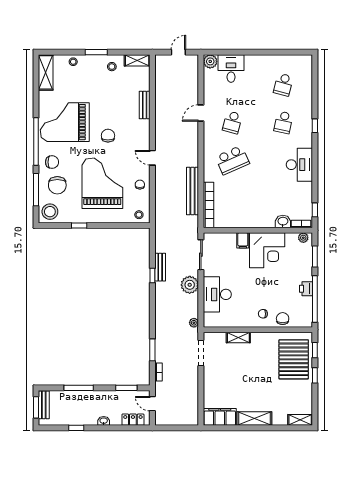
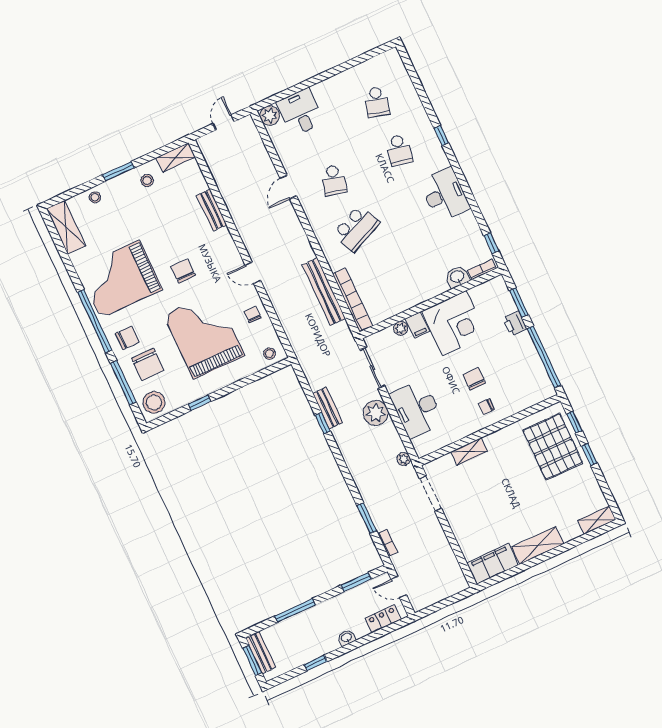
plant: (303, 238) -> (401, 328), moved
printer: (306, 289) -> (515, 324), moved
chair: (283, 319) -> (474, 379), moved

